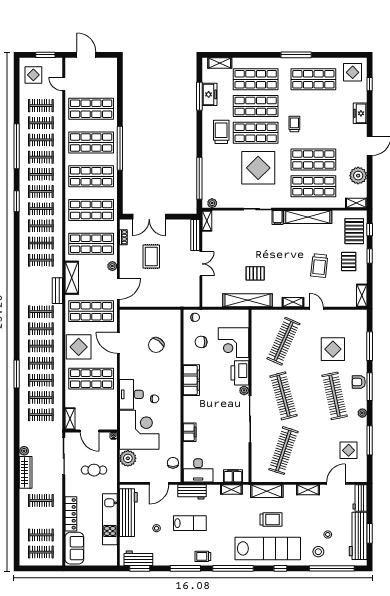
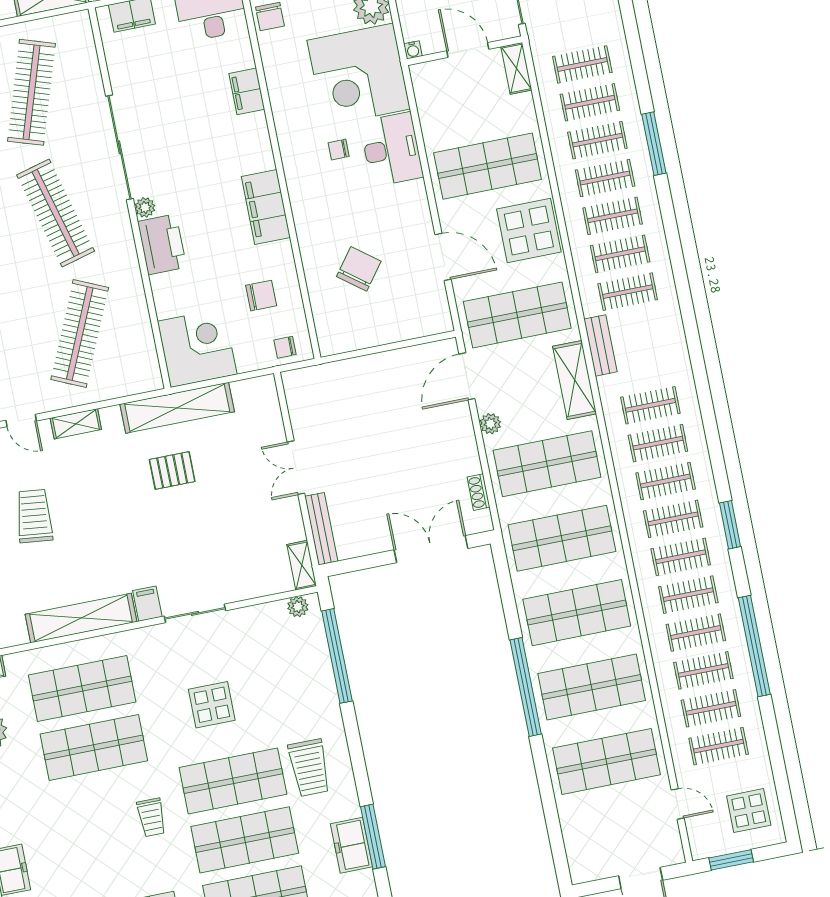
display table: (258, 168) -> (212, 705), width x0.54, depth x0.54
rug: (151, 256) -> (409, 462), removed
corner desk: (234, 343) -> (197, 348), moved

